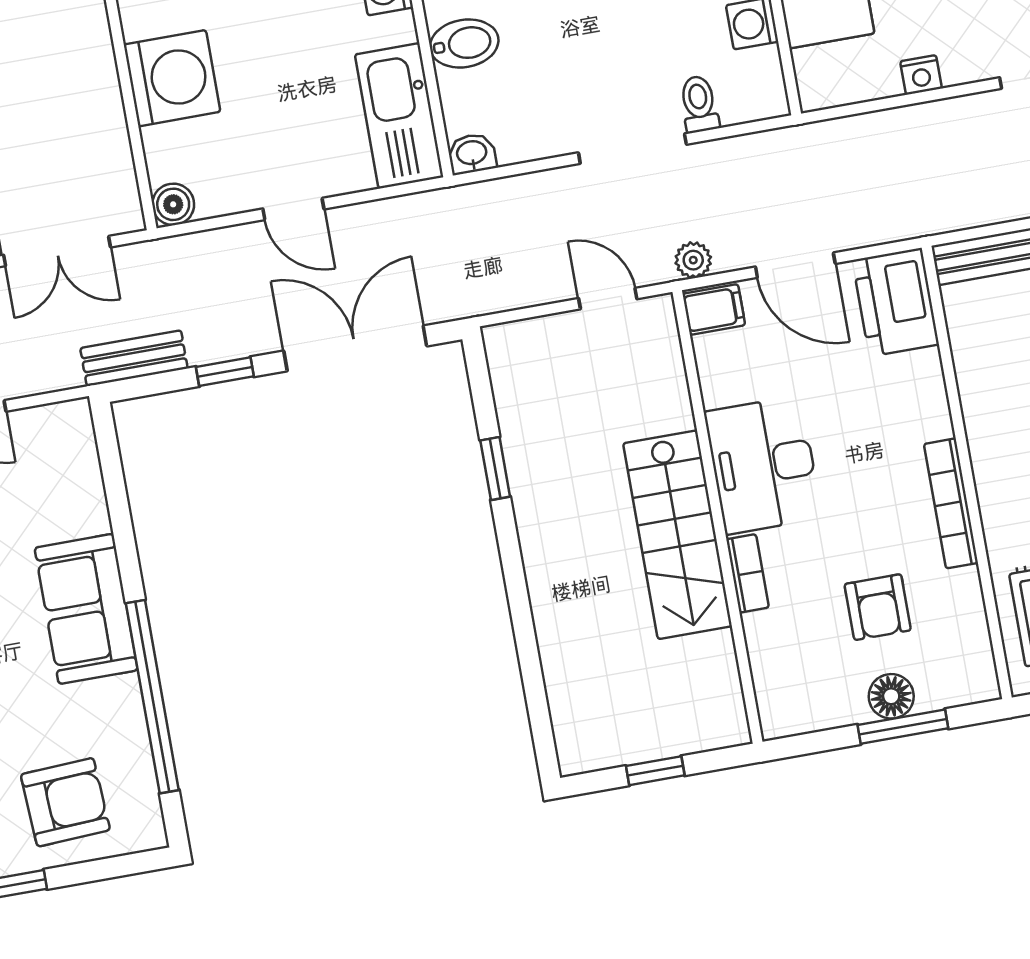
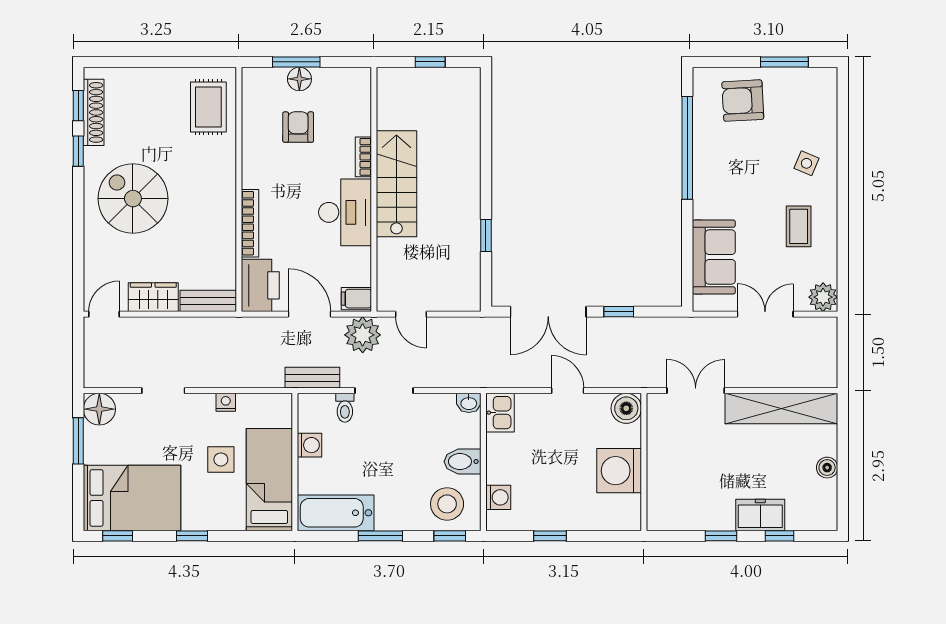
kitchen sink: (399, 116) -> (500, 413), width x0.53, depth x0.81
boiler: (173, 204) -> (626, 408), width x1.36, depth x1.36
plant: (693, 260) -> (363, 335), width x1.88, depth x1.88
bench: (134, 358) -> (312, 378), moved
bookcase: (951, 503) -> (250, 223), moved
sofa: (86, 609) -> (714, 257), moved

